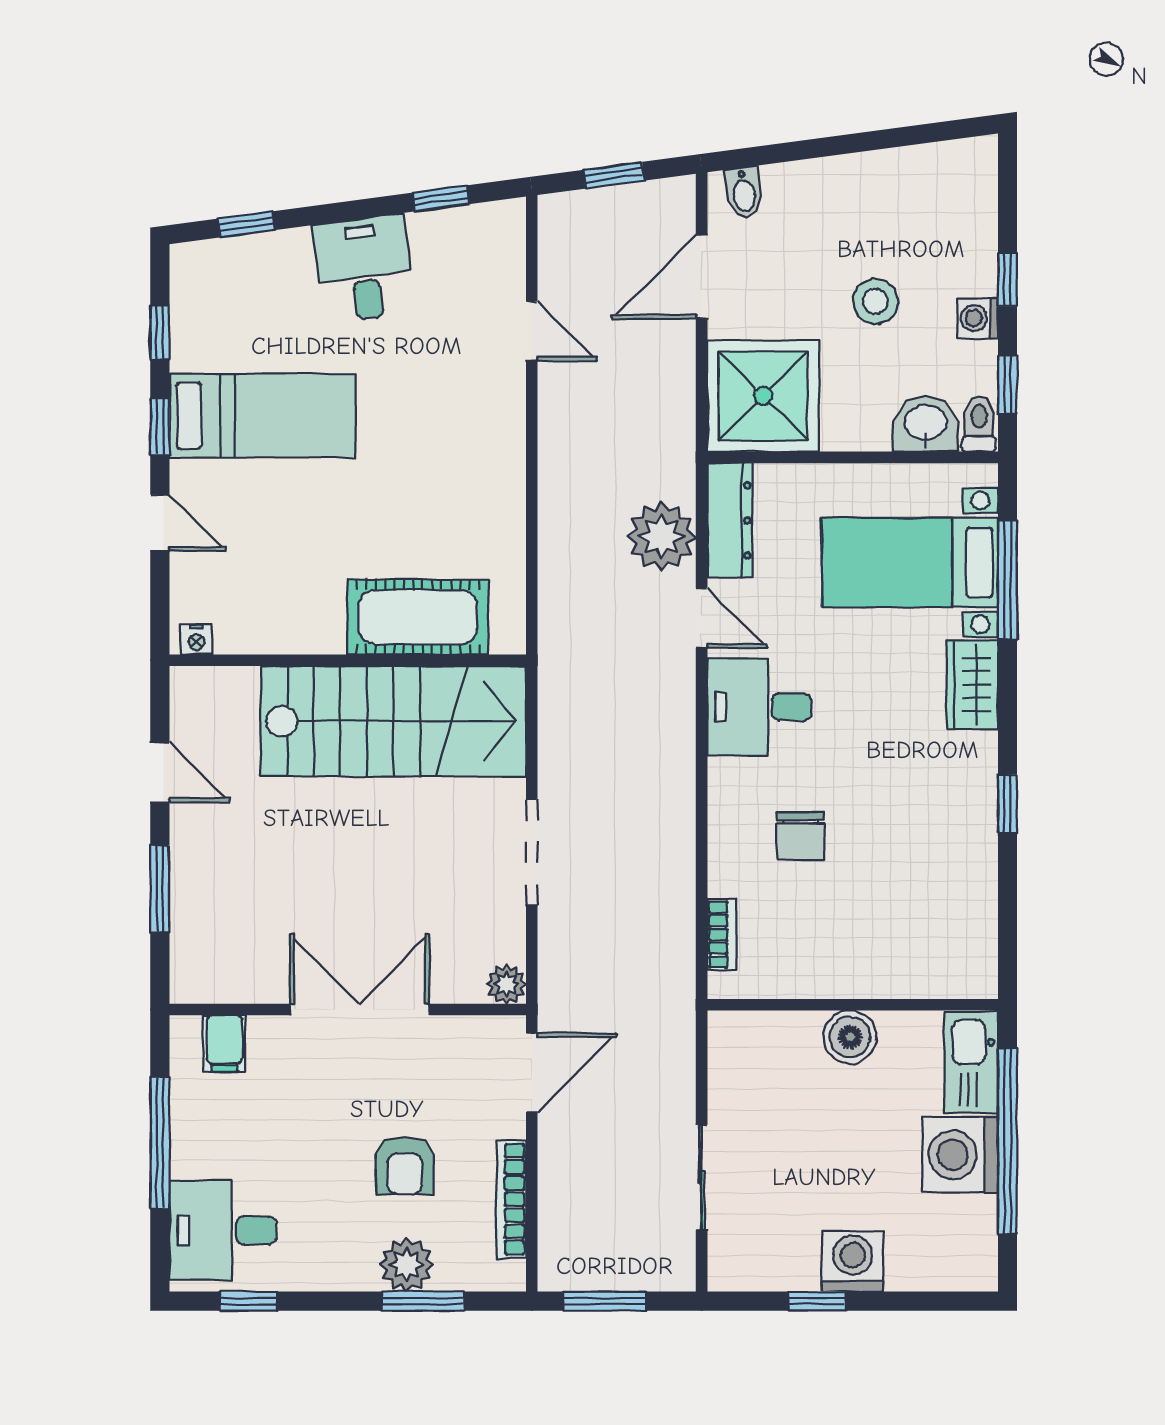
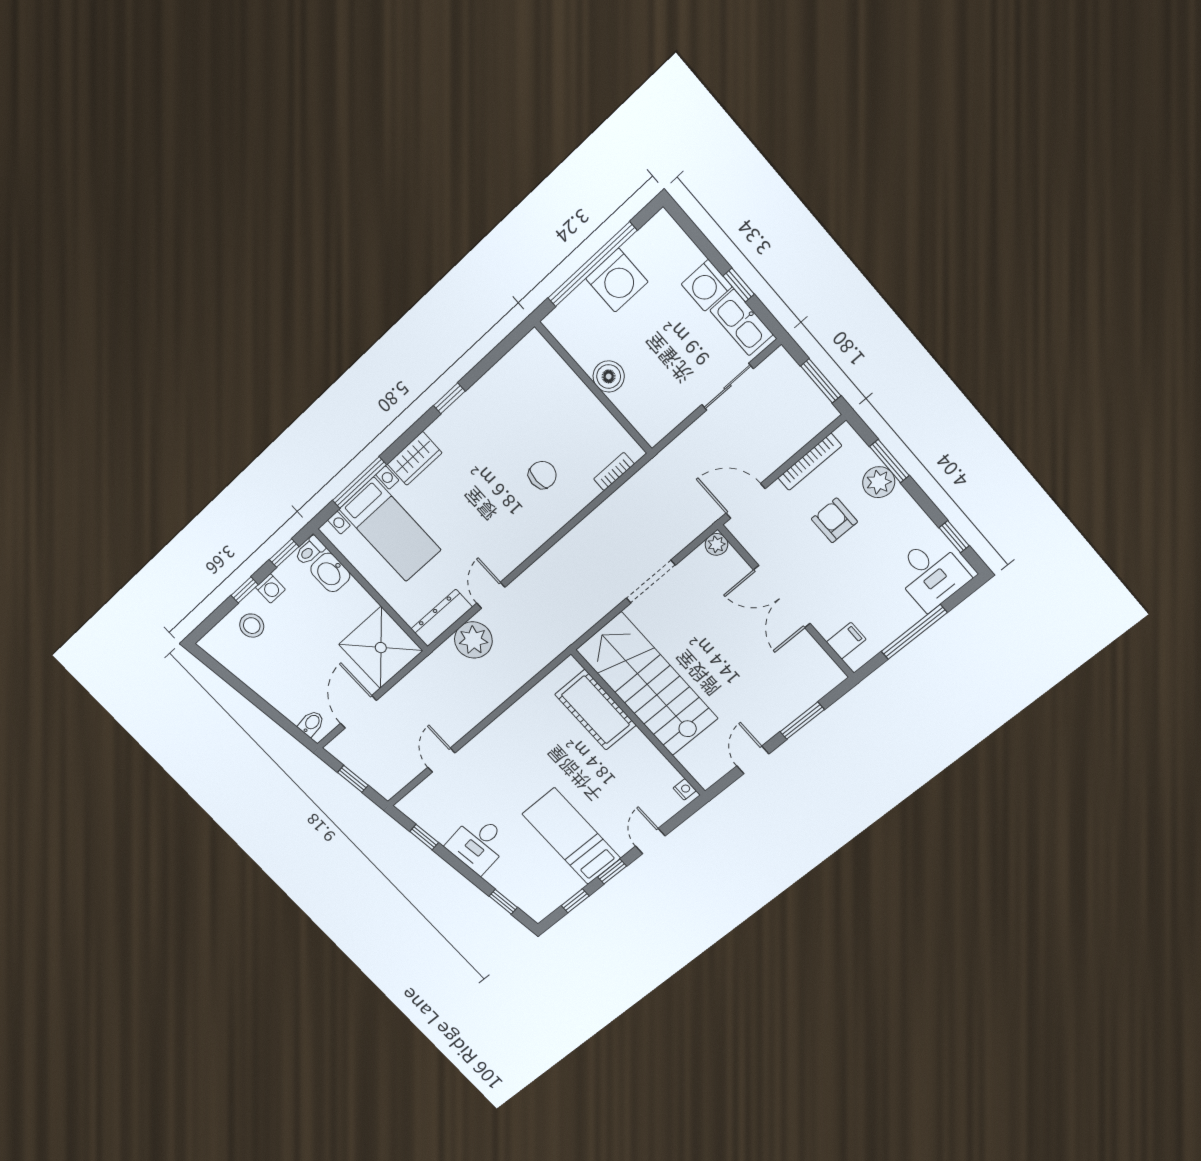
door: (702, 277) -> (358, 712), swing flipped
stool: (875, 301) -> (252, 626), moved
desk: (759, 707) -> (505, 540), removed
kitchen sink: (971, 1062) -> (741, 322), moved, turned 90
armchair: (405, 1166) -> (834, 520), turned -90

